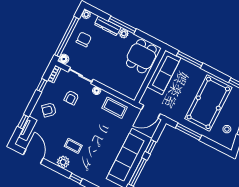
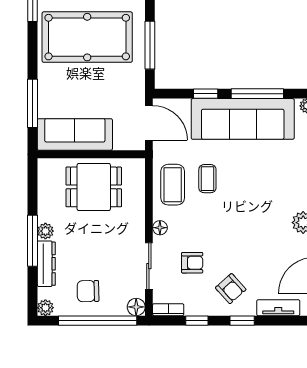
dining table: (141, 56) -> (94, 187), moved
window: (23, 122) -> (242, 321), moved
coffee table: (73, 146) -> (207, 179), moved

